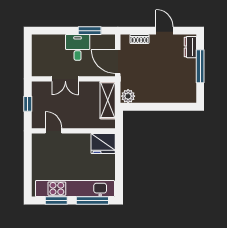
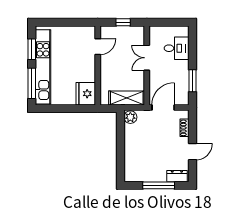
desk: (78, 47) -> (177, 48), moved

